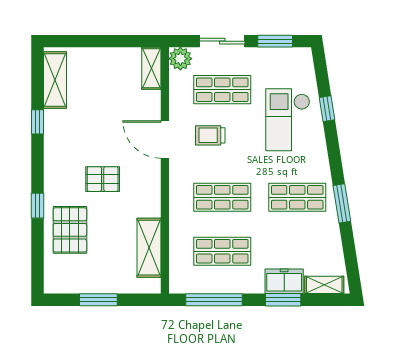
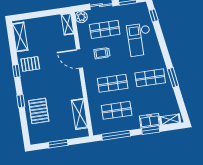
window: (327, 109) -> (154, 16), moved
window: (38, 122) -> (16, 71), moved
pallet: (103, 179) -> (30, 64), moved

